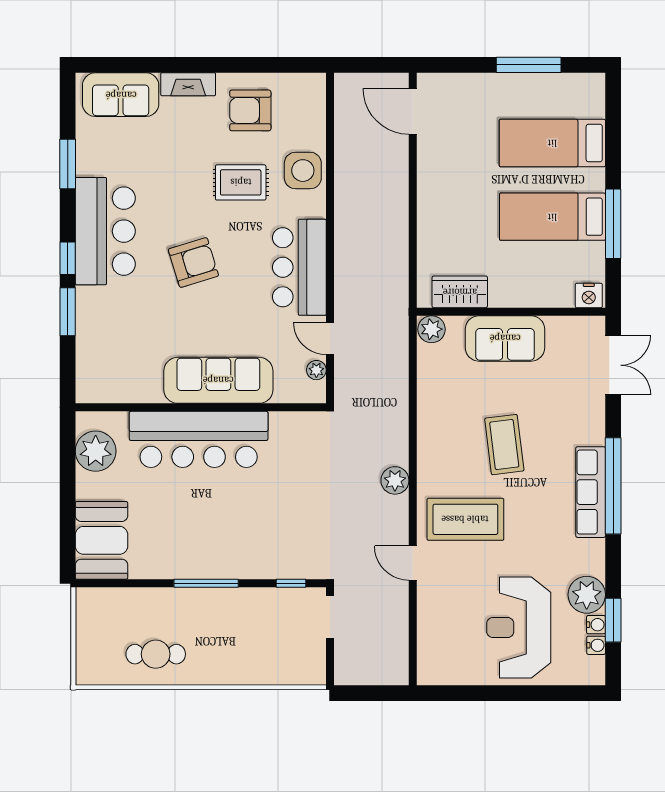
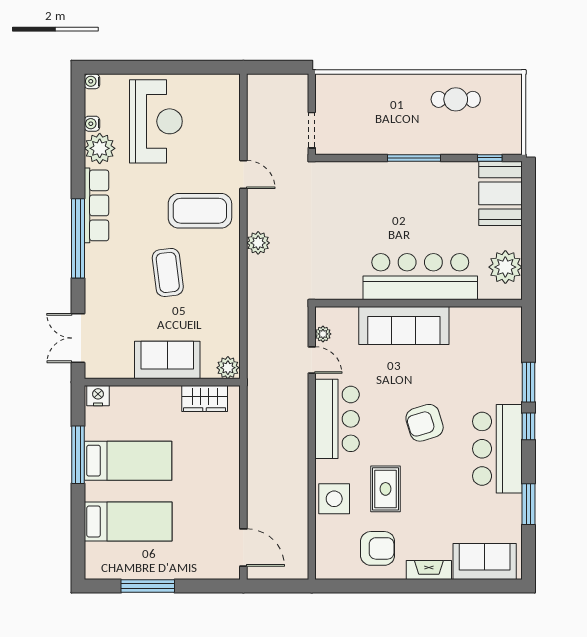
rug: (241, 182) -> (386, 489), turned 90
row of seats: (591, 492) -> (96, 205), moved
window: (291, 583) -> (490, 158), moved
window: (613, 620) -> (78, 128), removed
water cooler: (596, 645) -> (92, 81), moved

